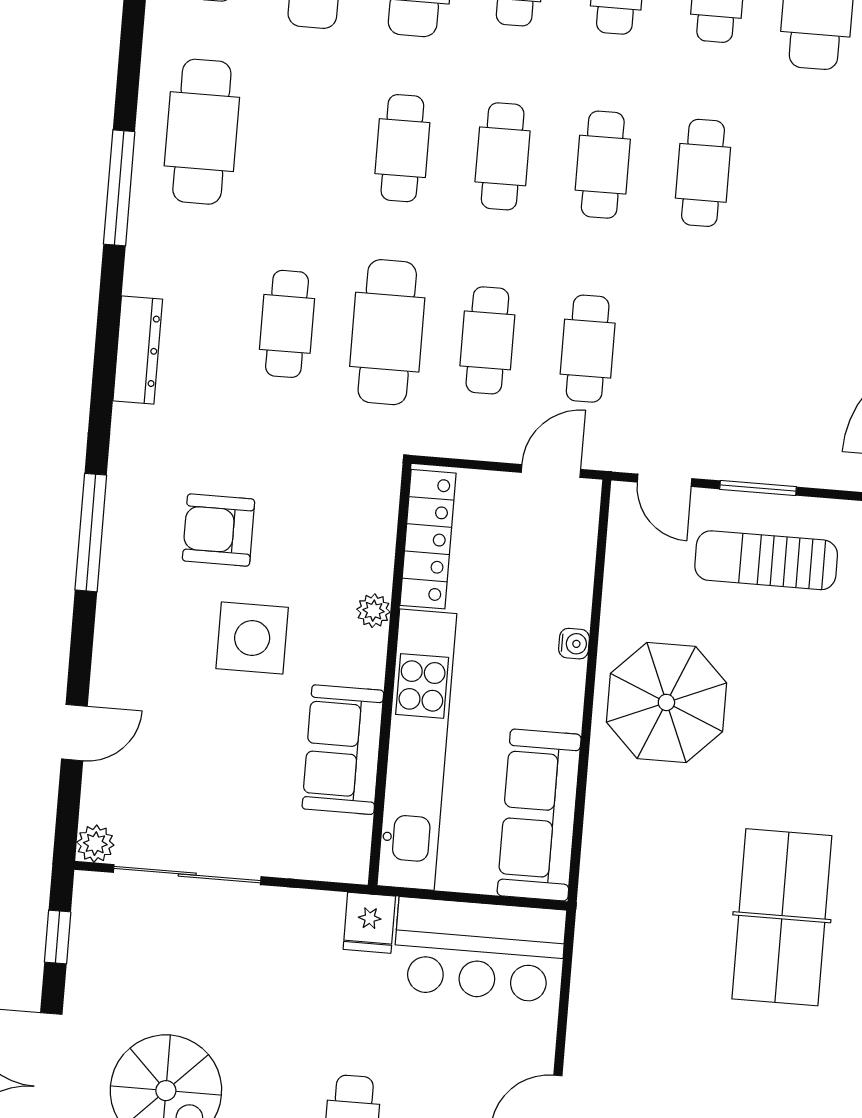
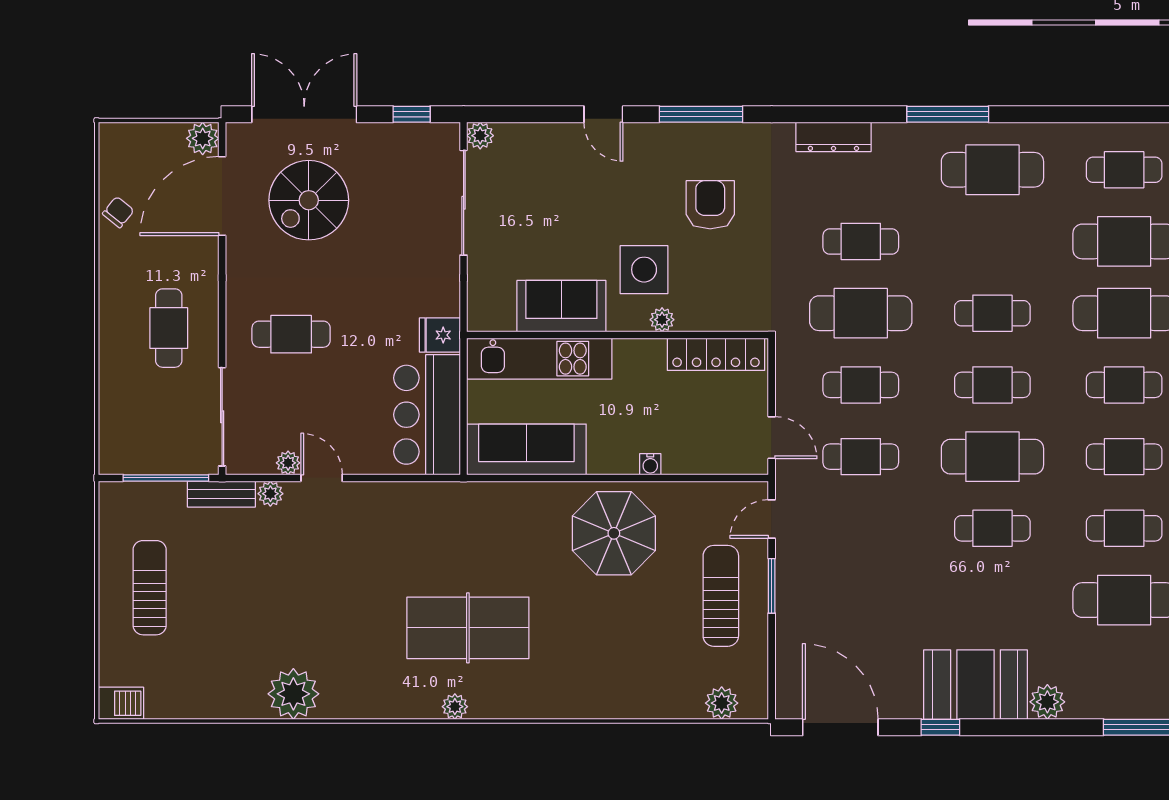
cafe table: (603, 165) -> (992, 457), width x1.37, depth x1.35
side table: (252, 638) -> (644, 270), moved
door: (74, 733) -> (603, 114), moved
kitchen unit: (417, 750) -> (539, 359), width x0.73

